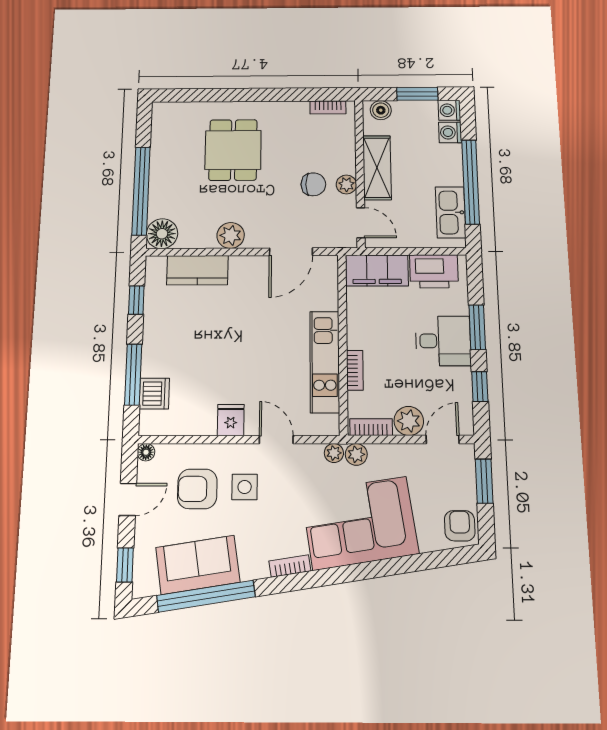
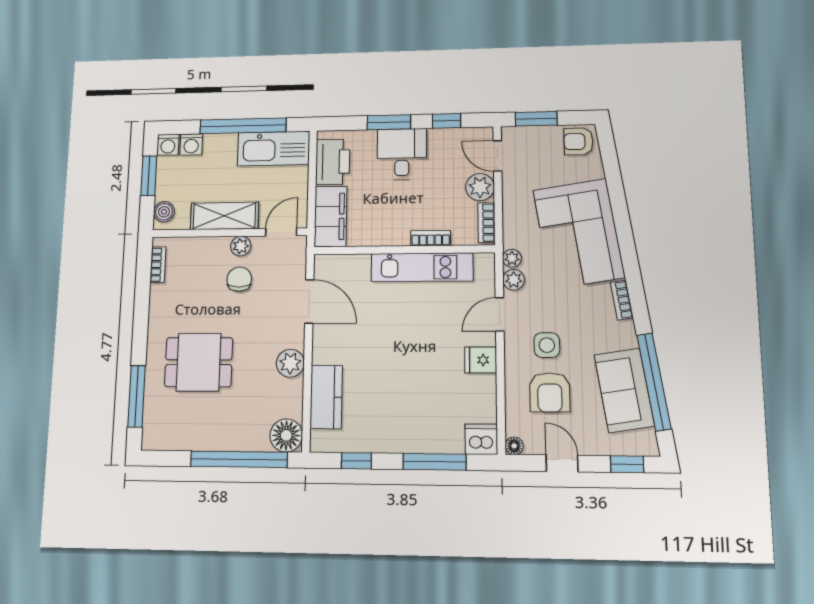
window: (202, 95) -> (137, 396), added
kitchen sink: (451, 212) -> (273, 149), width x1.36, depth x1.24
dishwasher: (154, 394) -> (481, 439), moved
plant: (356, 454) -> (514, 280), moved

